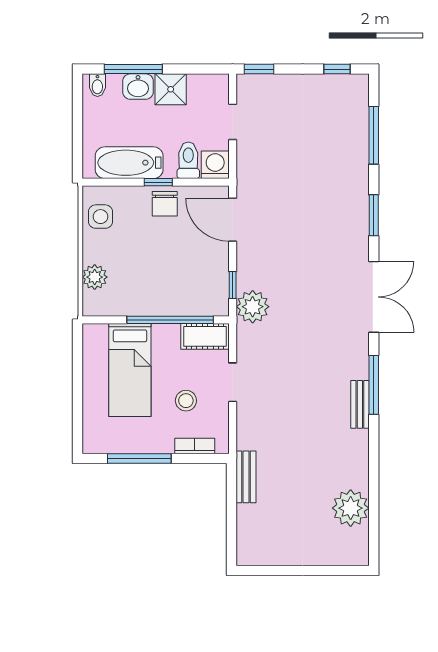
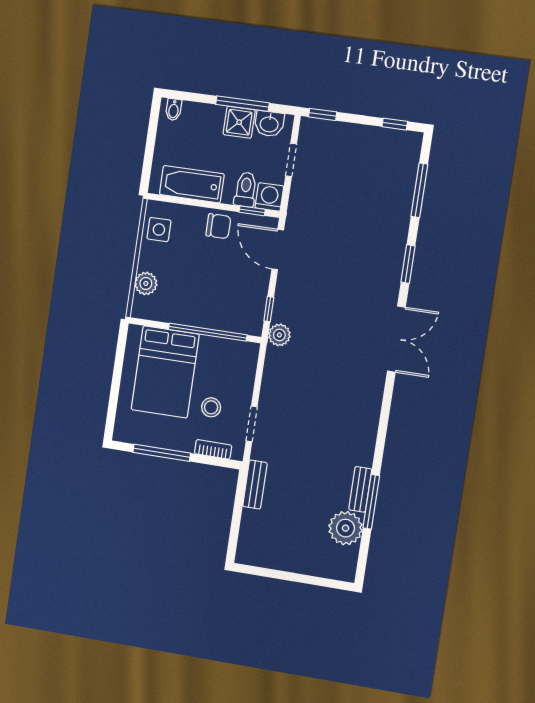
window: (133, 69) -> (242, 104), moved
washbasin: (138, 87) -> (269, 124), moved
window: (158, 182) -> (252, 211), moved
chair: (165, 204) -> (218, 226), turned -90
plant: (253, 307) -> (279, 335), width x0.73, depth x0.73
cot: (205, 336) -> (237, 352), removed
bed: (130, 370) -> (165, 372), width x1.50
doorway: (233, 382) -> (252, 424), moved
window: (374, 385) -> (371, 502), moved
bench: (360, 404) -> (360, 489), moved

